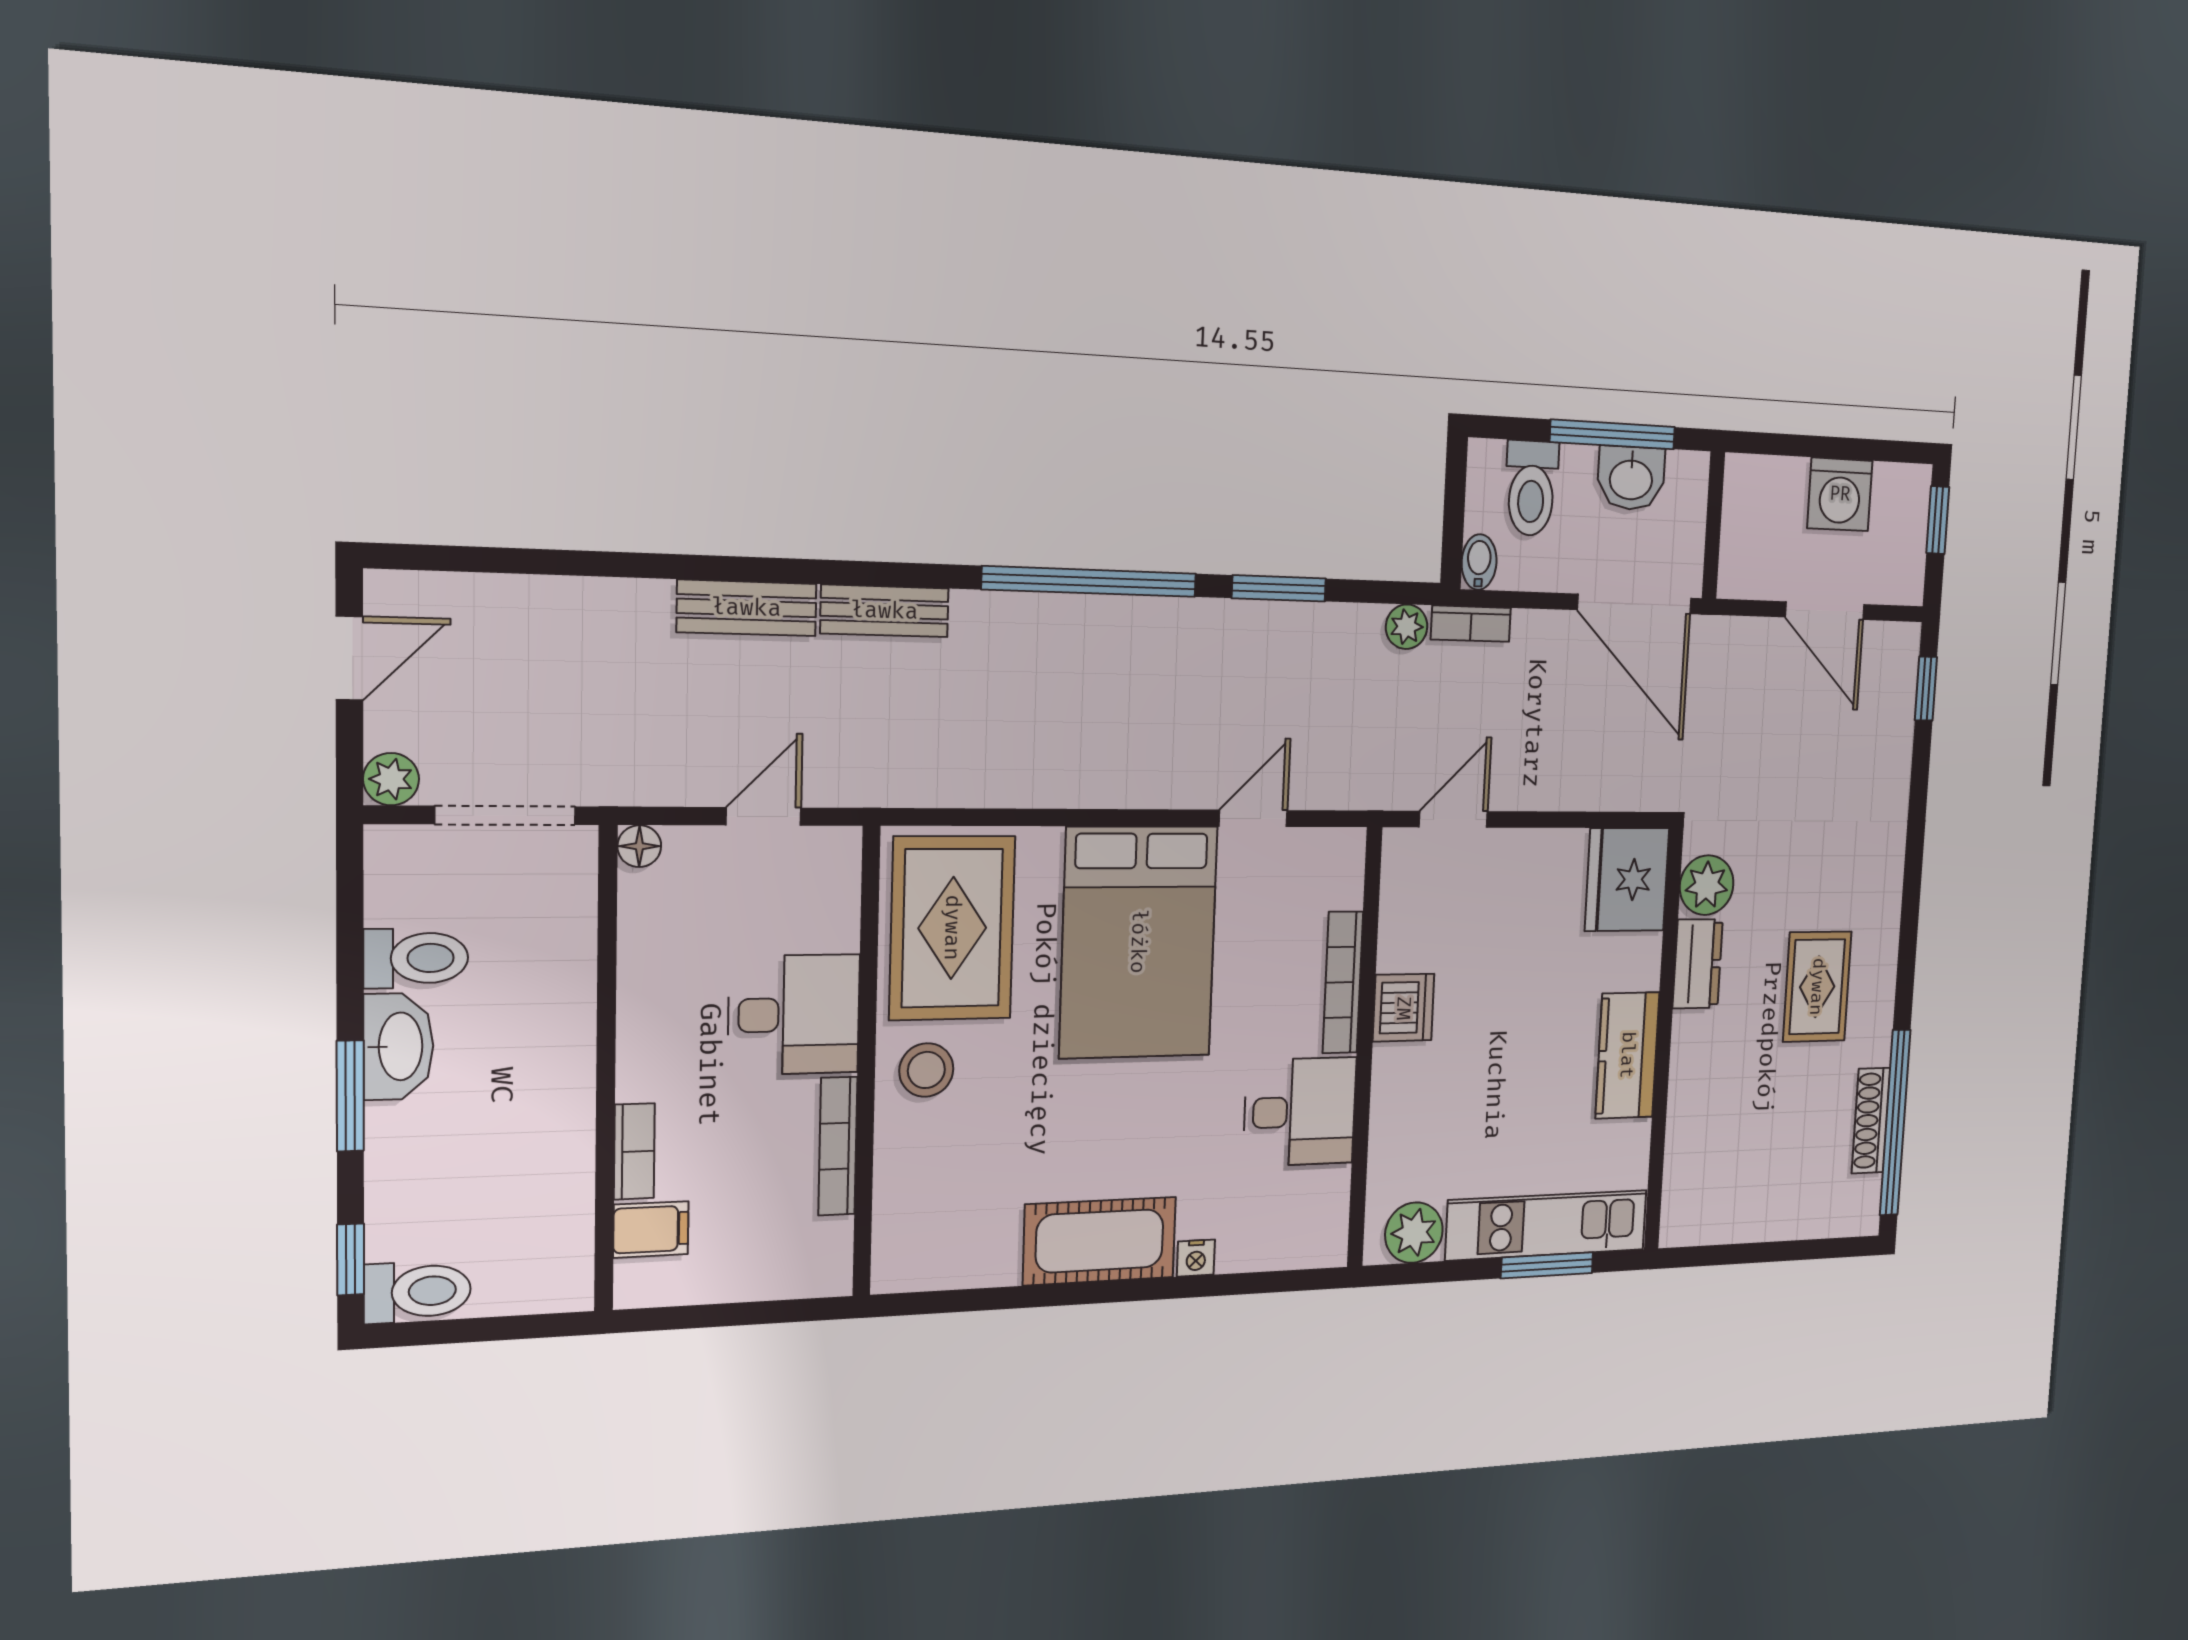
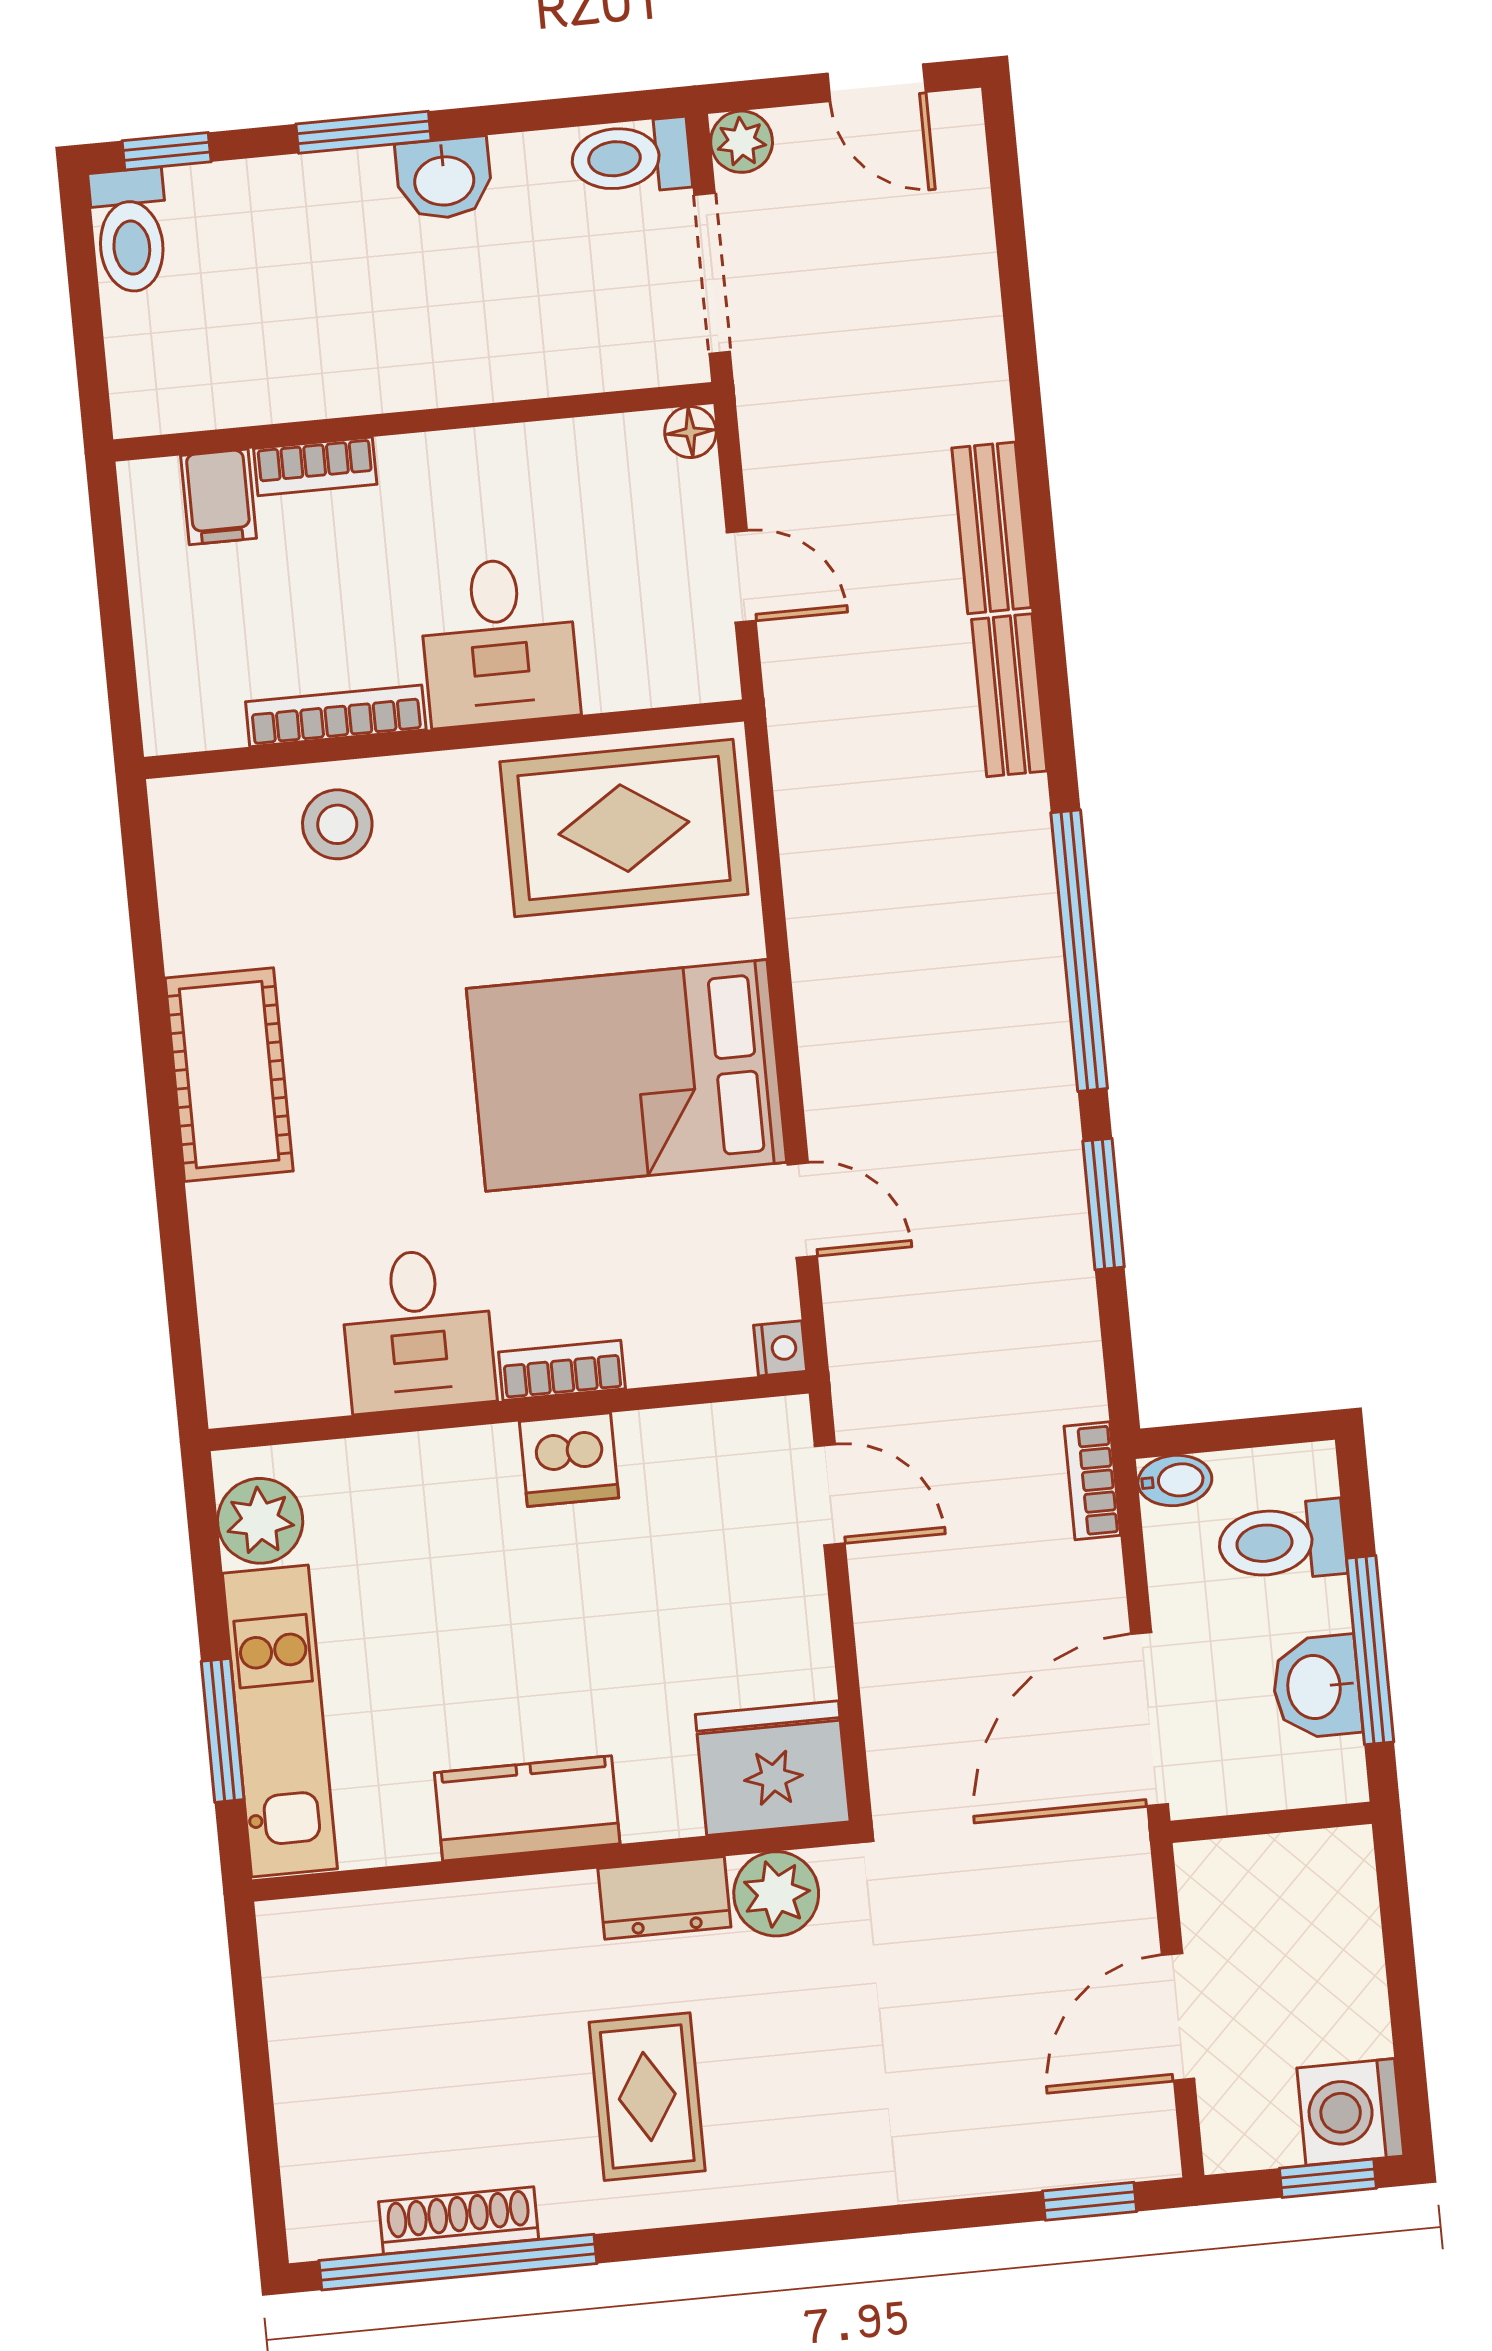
washing machine: (1840, 494) -> (1350, 2112), moved
plant: (1407, 627) -> (1077, 1389), removed
toilet: (416, 958) -> (631, 157), moved, turned 90
bookcase: (1343, 982) -> (562, 1370), width x0.64
rug: (1817, 987) -> (647, 2097), turned 90
washbasin: (398, 1046) -> (444, 179), width x0.72
stool: (926, 1070) -> (337, 824), moved
nightstand: (1196, 1258) -> (780, 1348), moved, turned 180

